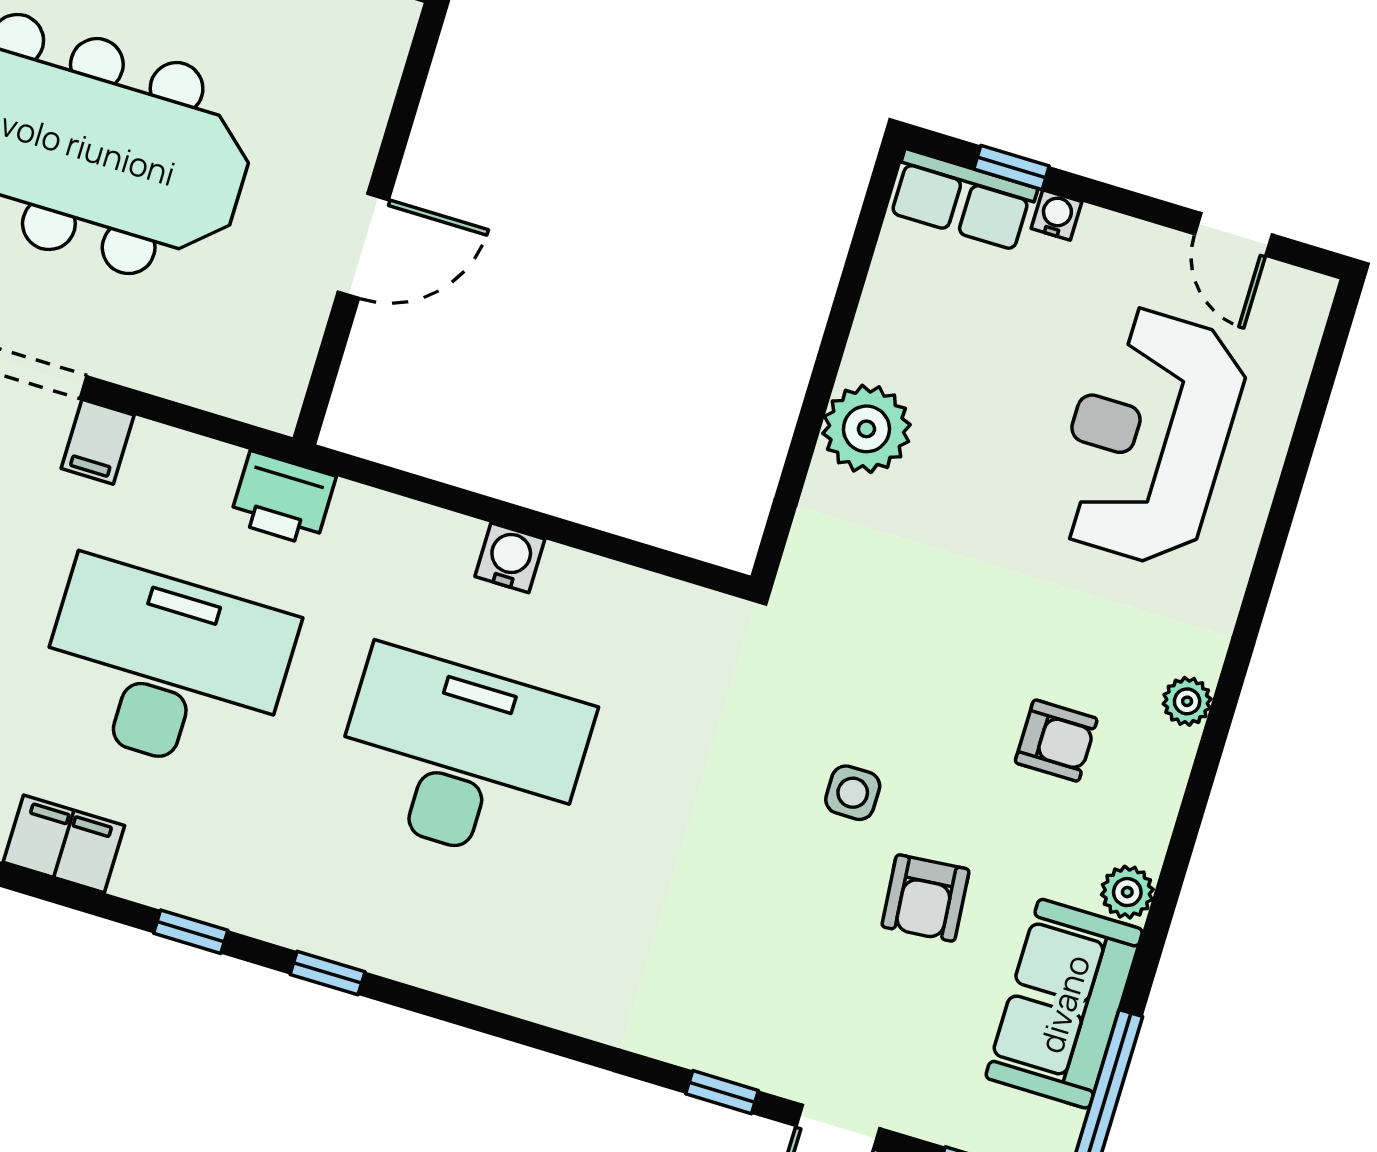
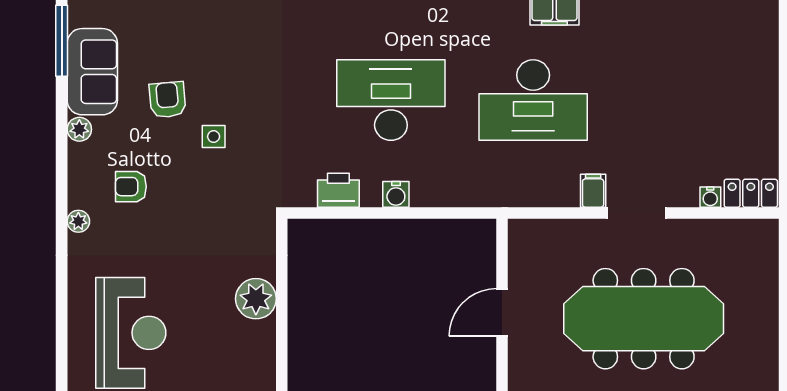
printer: (283, 499) -> (338, 190), moved
desk: (461, 757) -> (391, 100), turned 180

